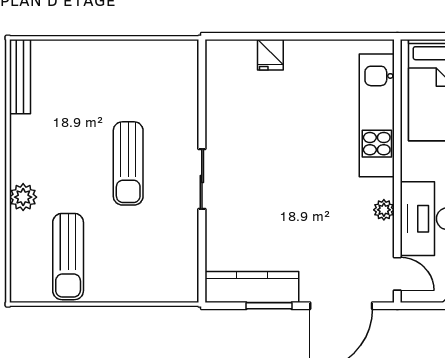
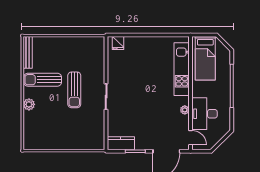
fridge: (270, 55) -> (118, 43), moved
sun lounger: (68, 257) -> (43, 80), moved, turned 90
kitchen counter: (252, 287) -> (121, 143), width x0.67

